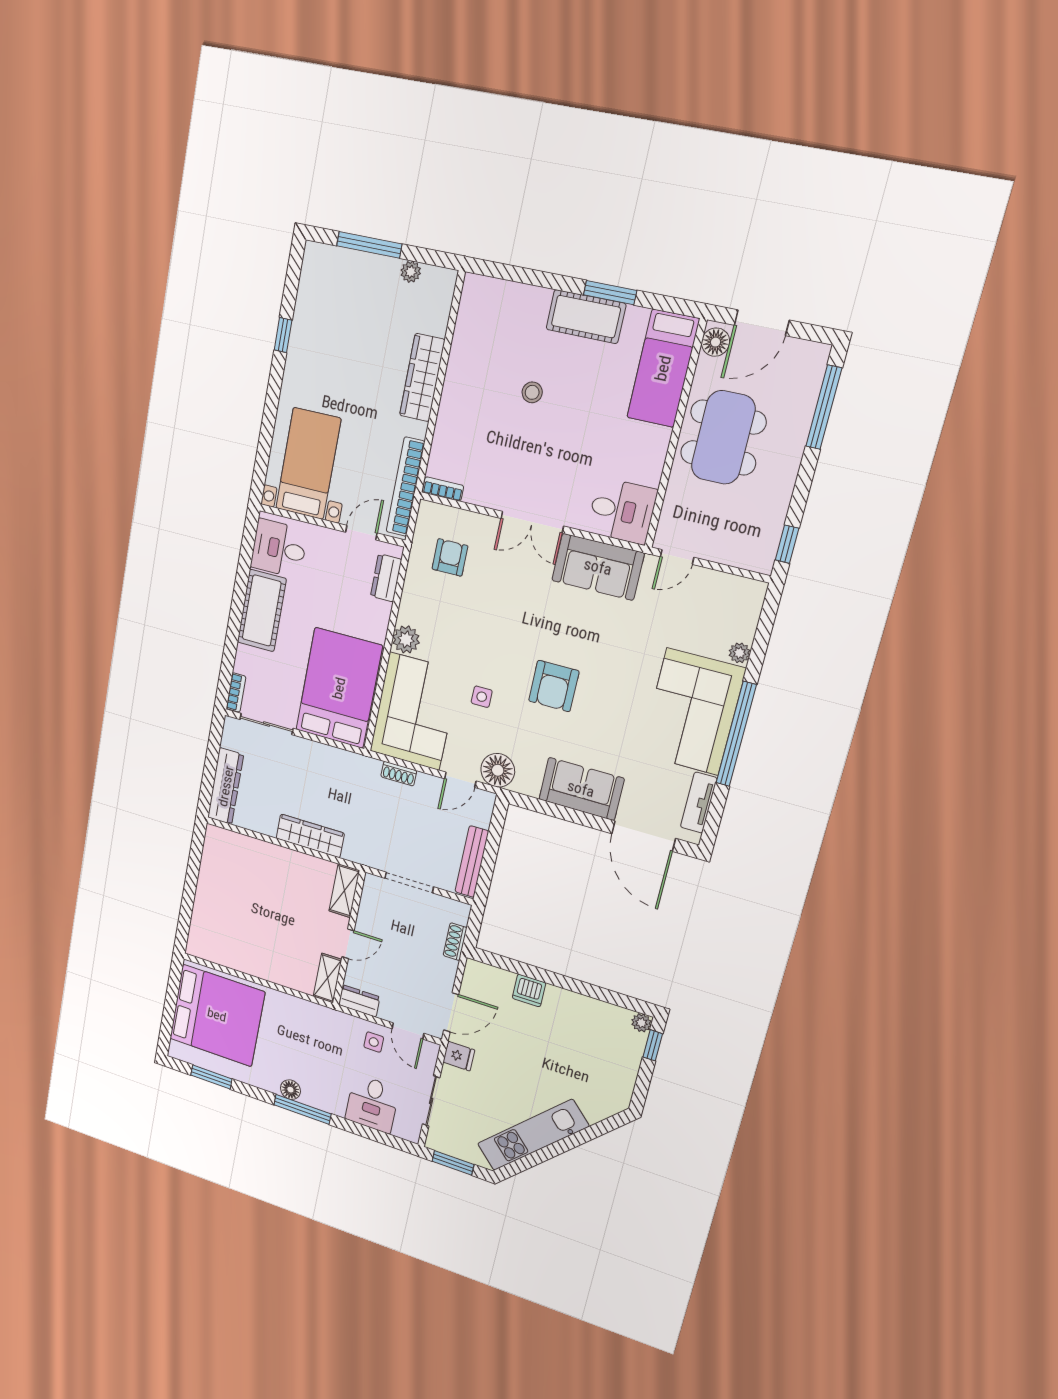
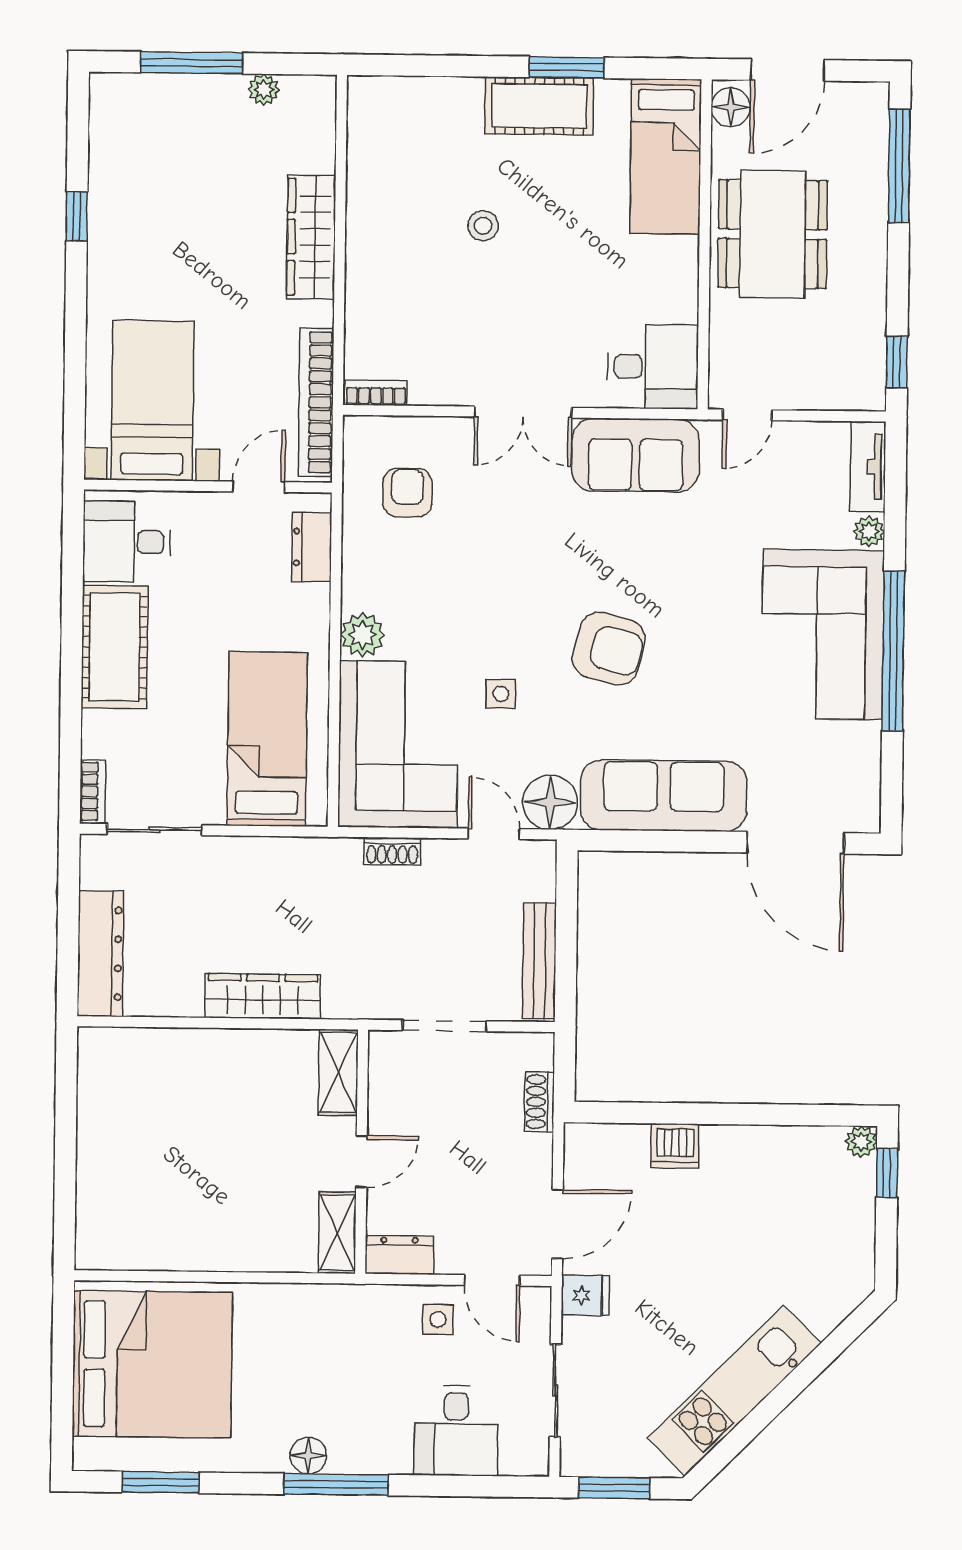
armchair: (554, 686) -> (609, 649), turned -75
bed: (339, 688) -> (267, 739), width x0.67
door: (460, 780) -> (494, 834), swing flipped
sofa: (581, 789) -> (664, 796), width x1.36
tv unit: (699, 803) -> (868, 467), moved

